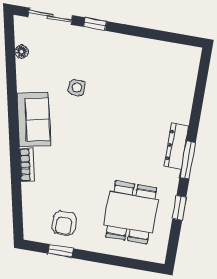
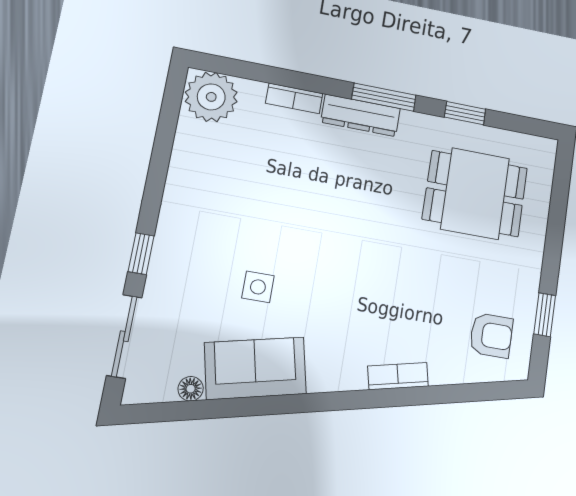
plant: (185, 61) -> (211, 97), added
bookcase: (185, 108) -> (294, 98), added
sofa: (34, 120) -> (255, 368), moved
armchair: (64, 223) -> (491, 335), moved

